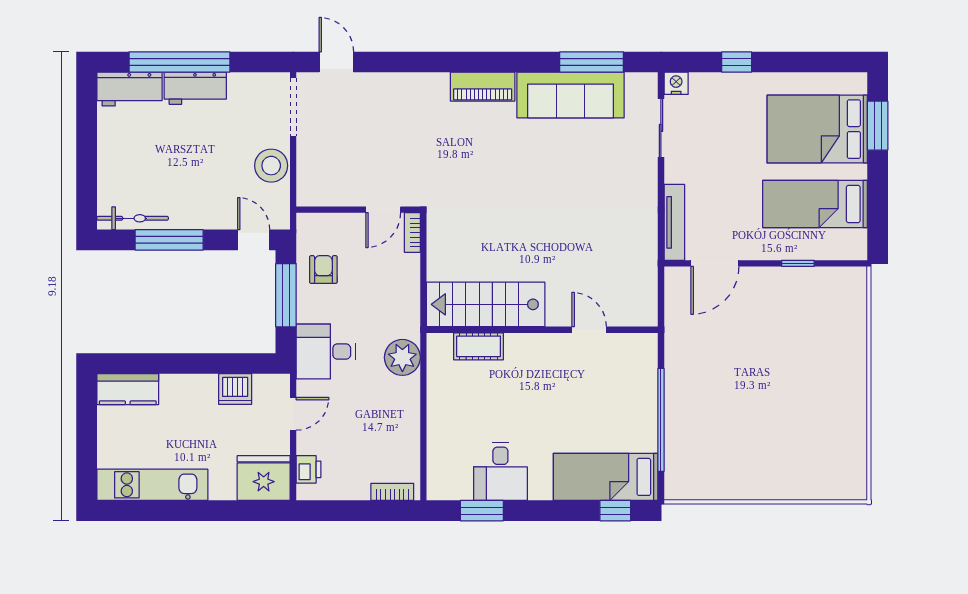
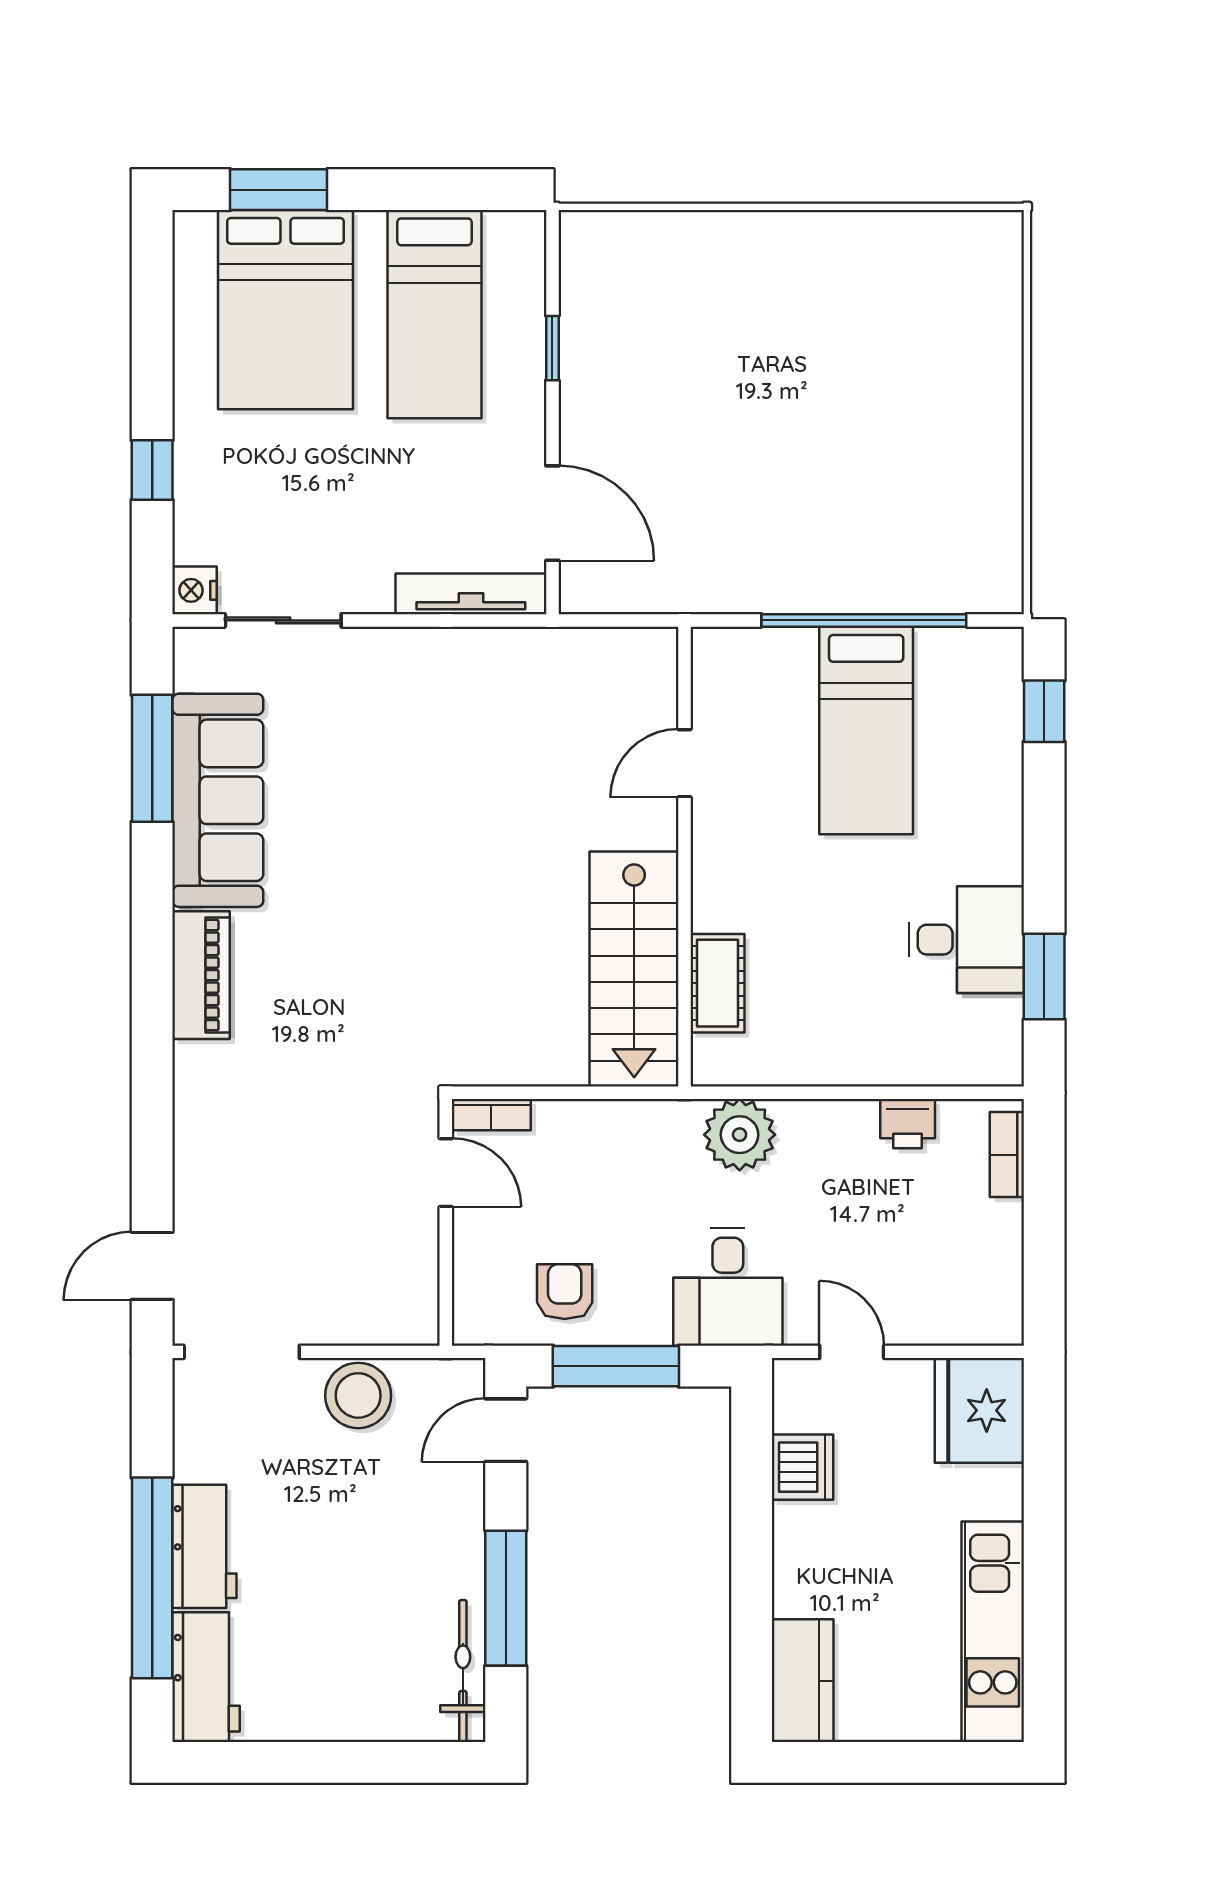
armchair: (323, 269) -> (565, 1292), turned 90
printer: (309, 469) -> (908, 1124), moved, turned 180
bed: (606, 477) -> (866, 730), moved

